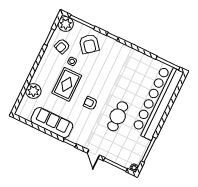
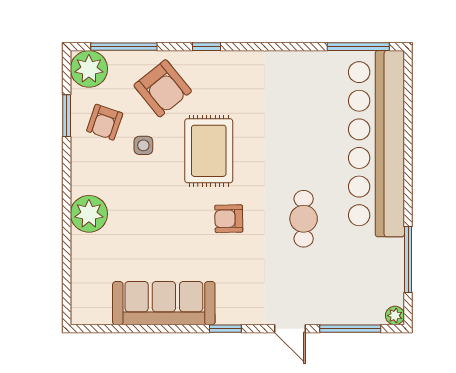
rug: (67, 84) -> (209, 151), moved
plant: (33, 91) -> (89, 214), moved
cafe table: (118, 116) -> (304, 219), width x0.73, depth x0.74

